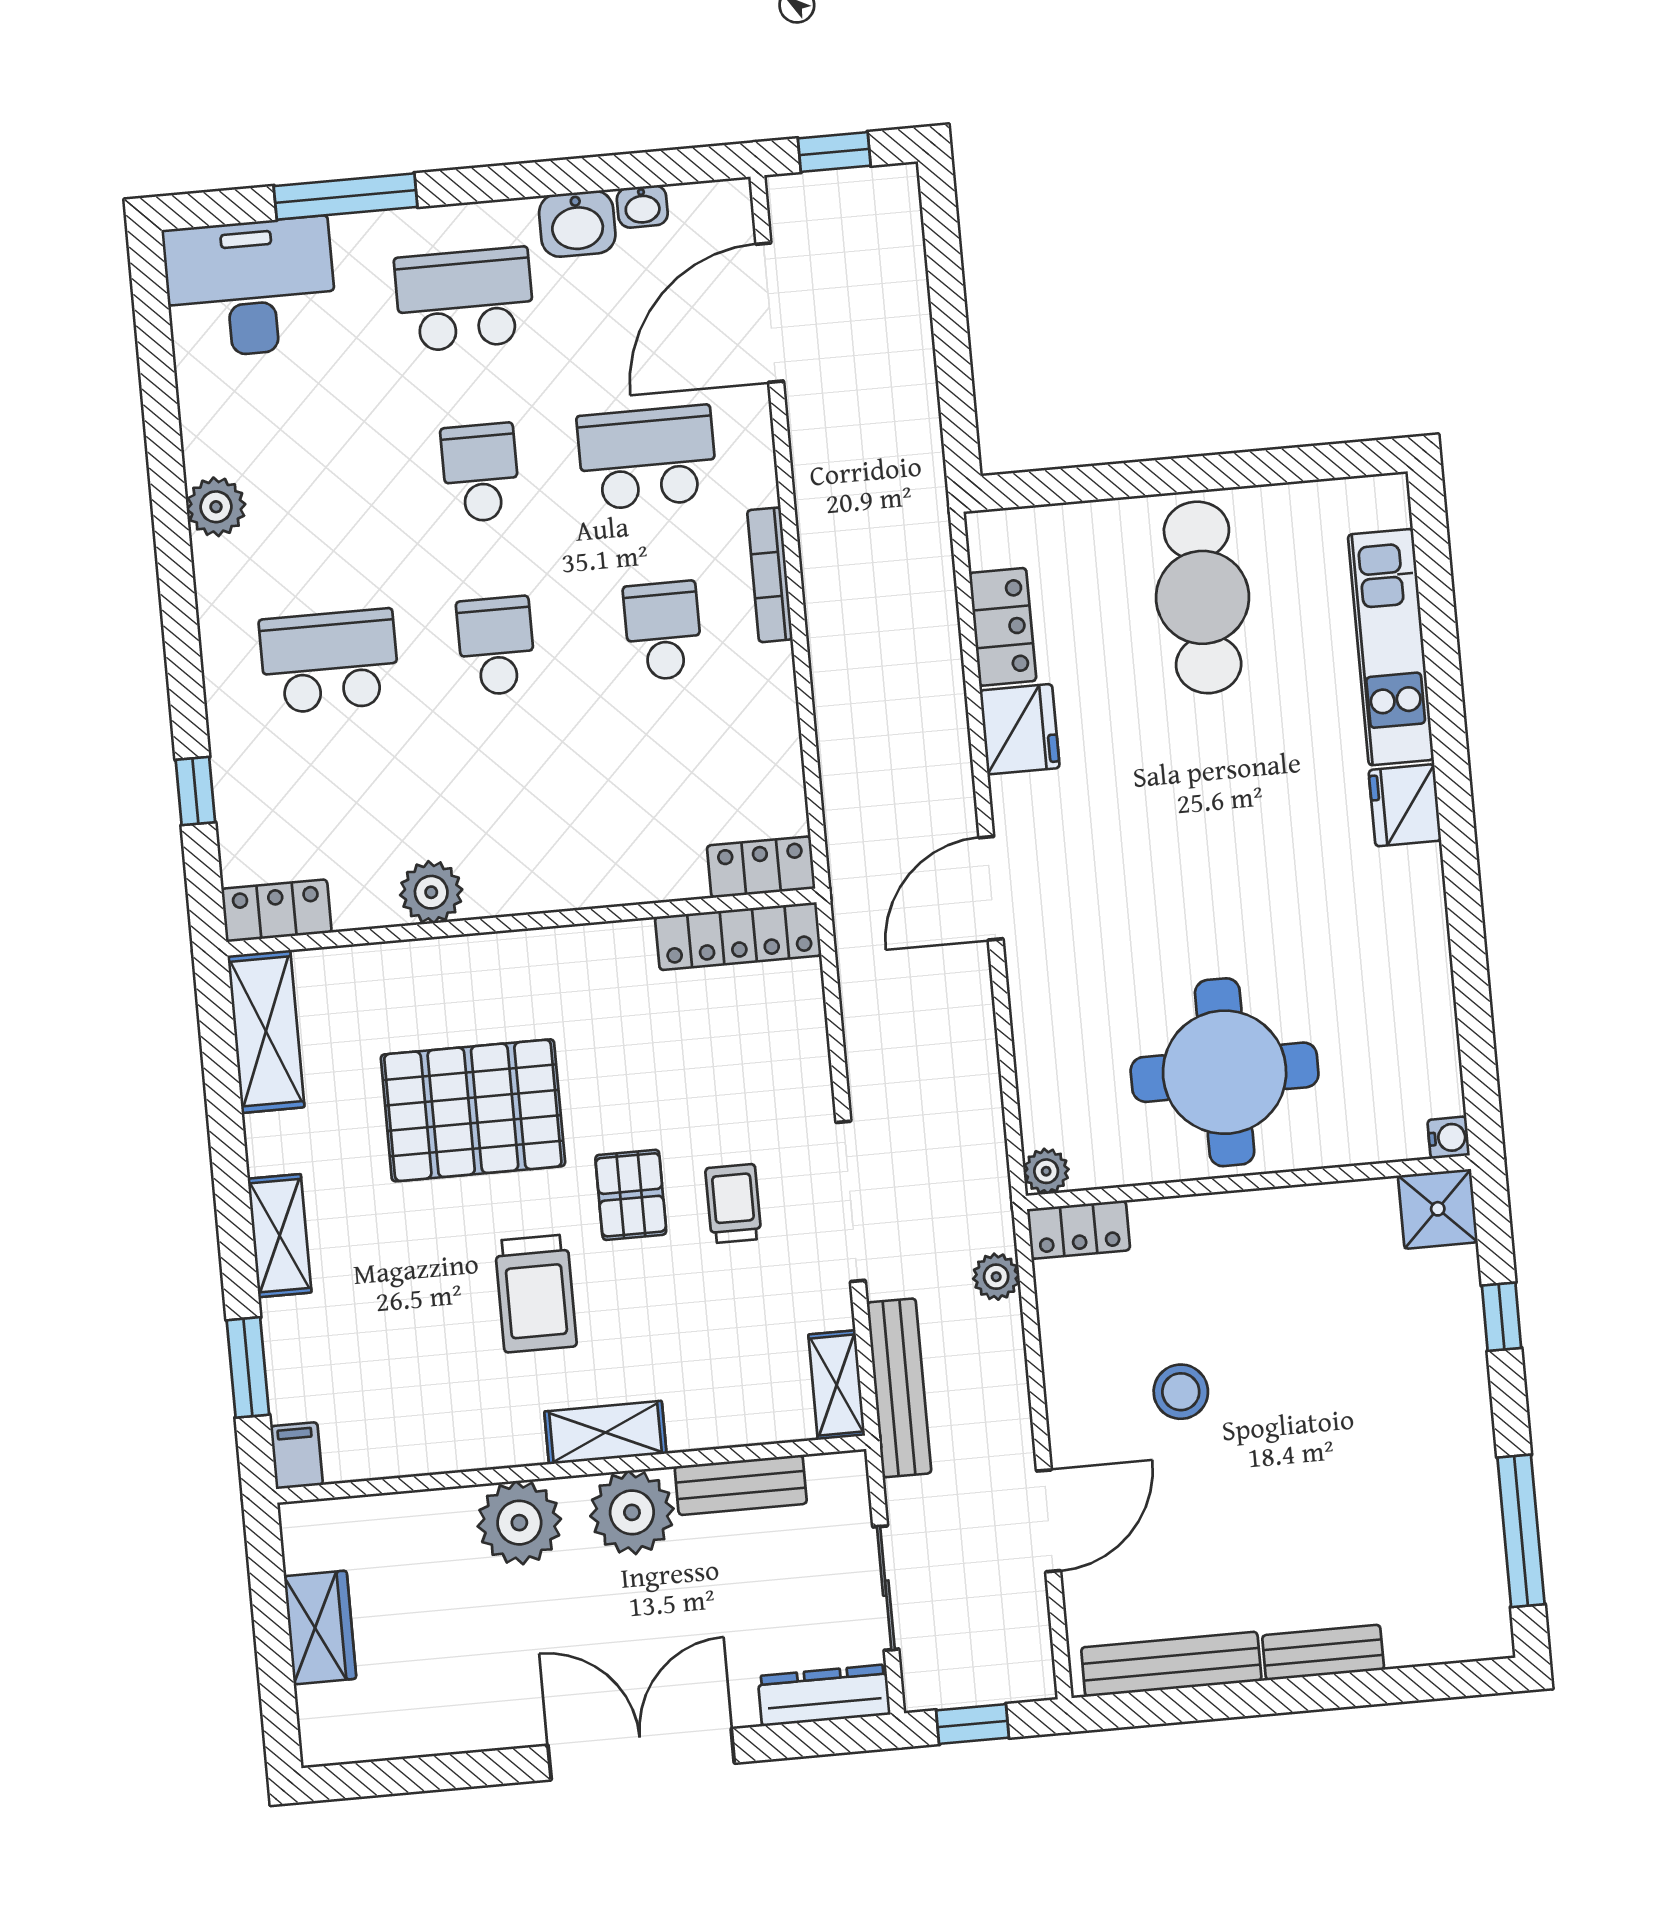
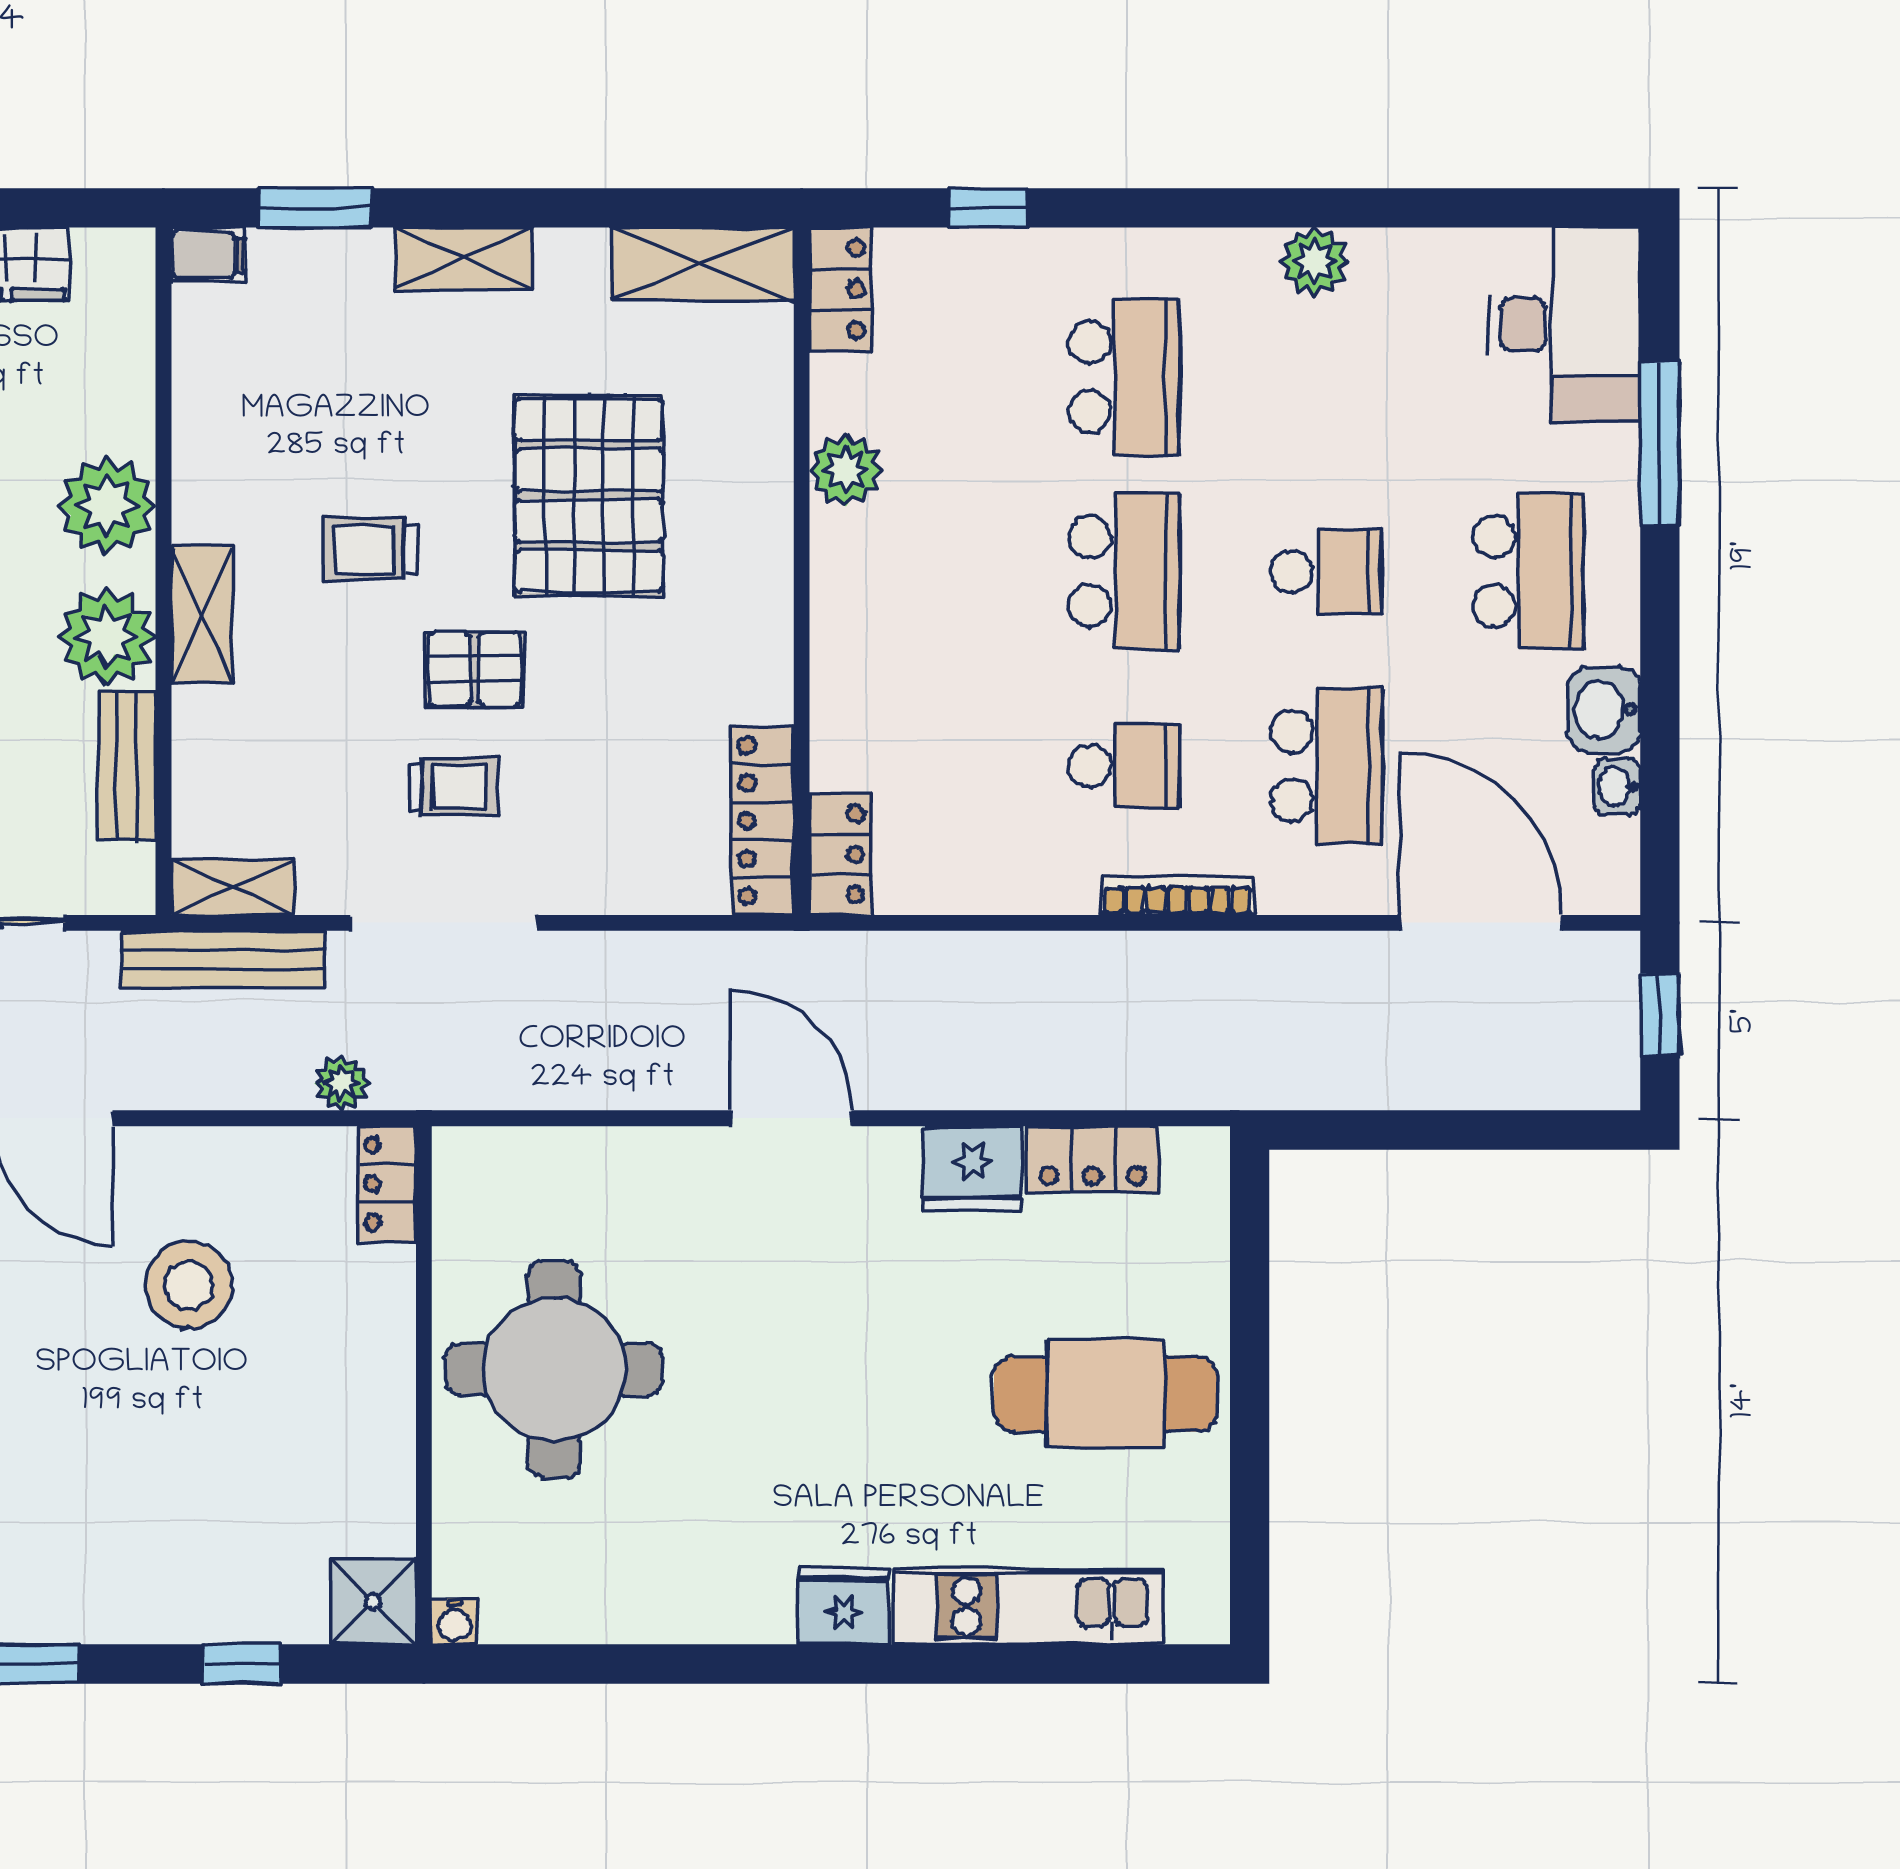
school desk: (496, 646) -> (1124, 571), width x1.85
plant: (1046, 1171) -> (458, 1152), removed
trolley: (536, 1293) -> (370, 549), width x0.73, depth x0.72
stool: (1181, 1392) -> (189, 1285), width x1.38, depth x1.38

